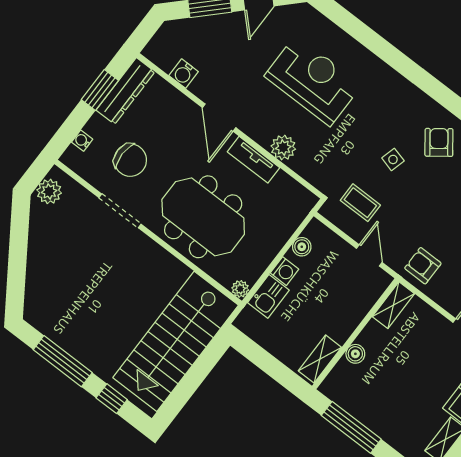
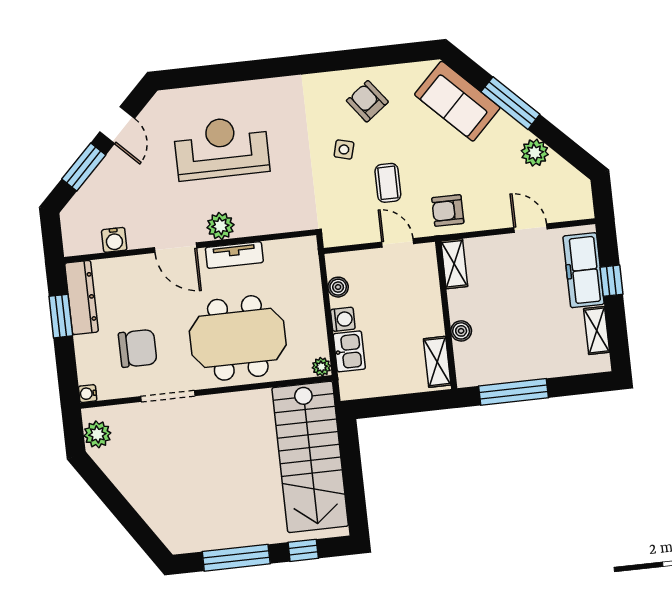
water cooler: (82, 141) -> (88, 394), moved
plant: (283, 148) -> (220, 226), moved
coffee table: (360, 203) -> (388, 183), moved, turned 90

